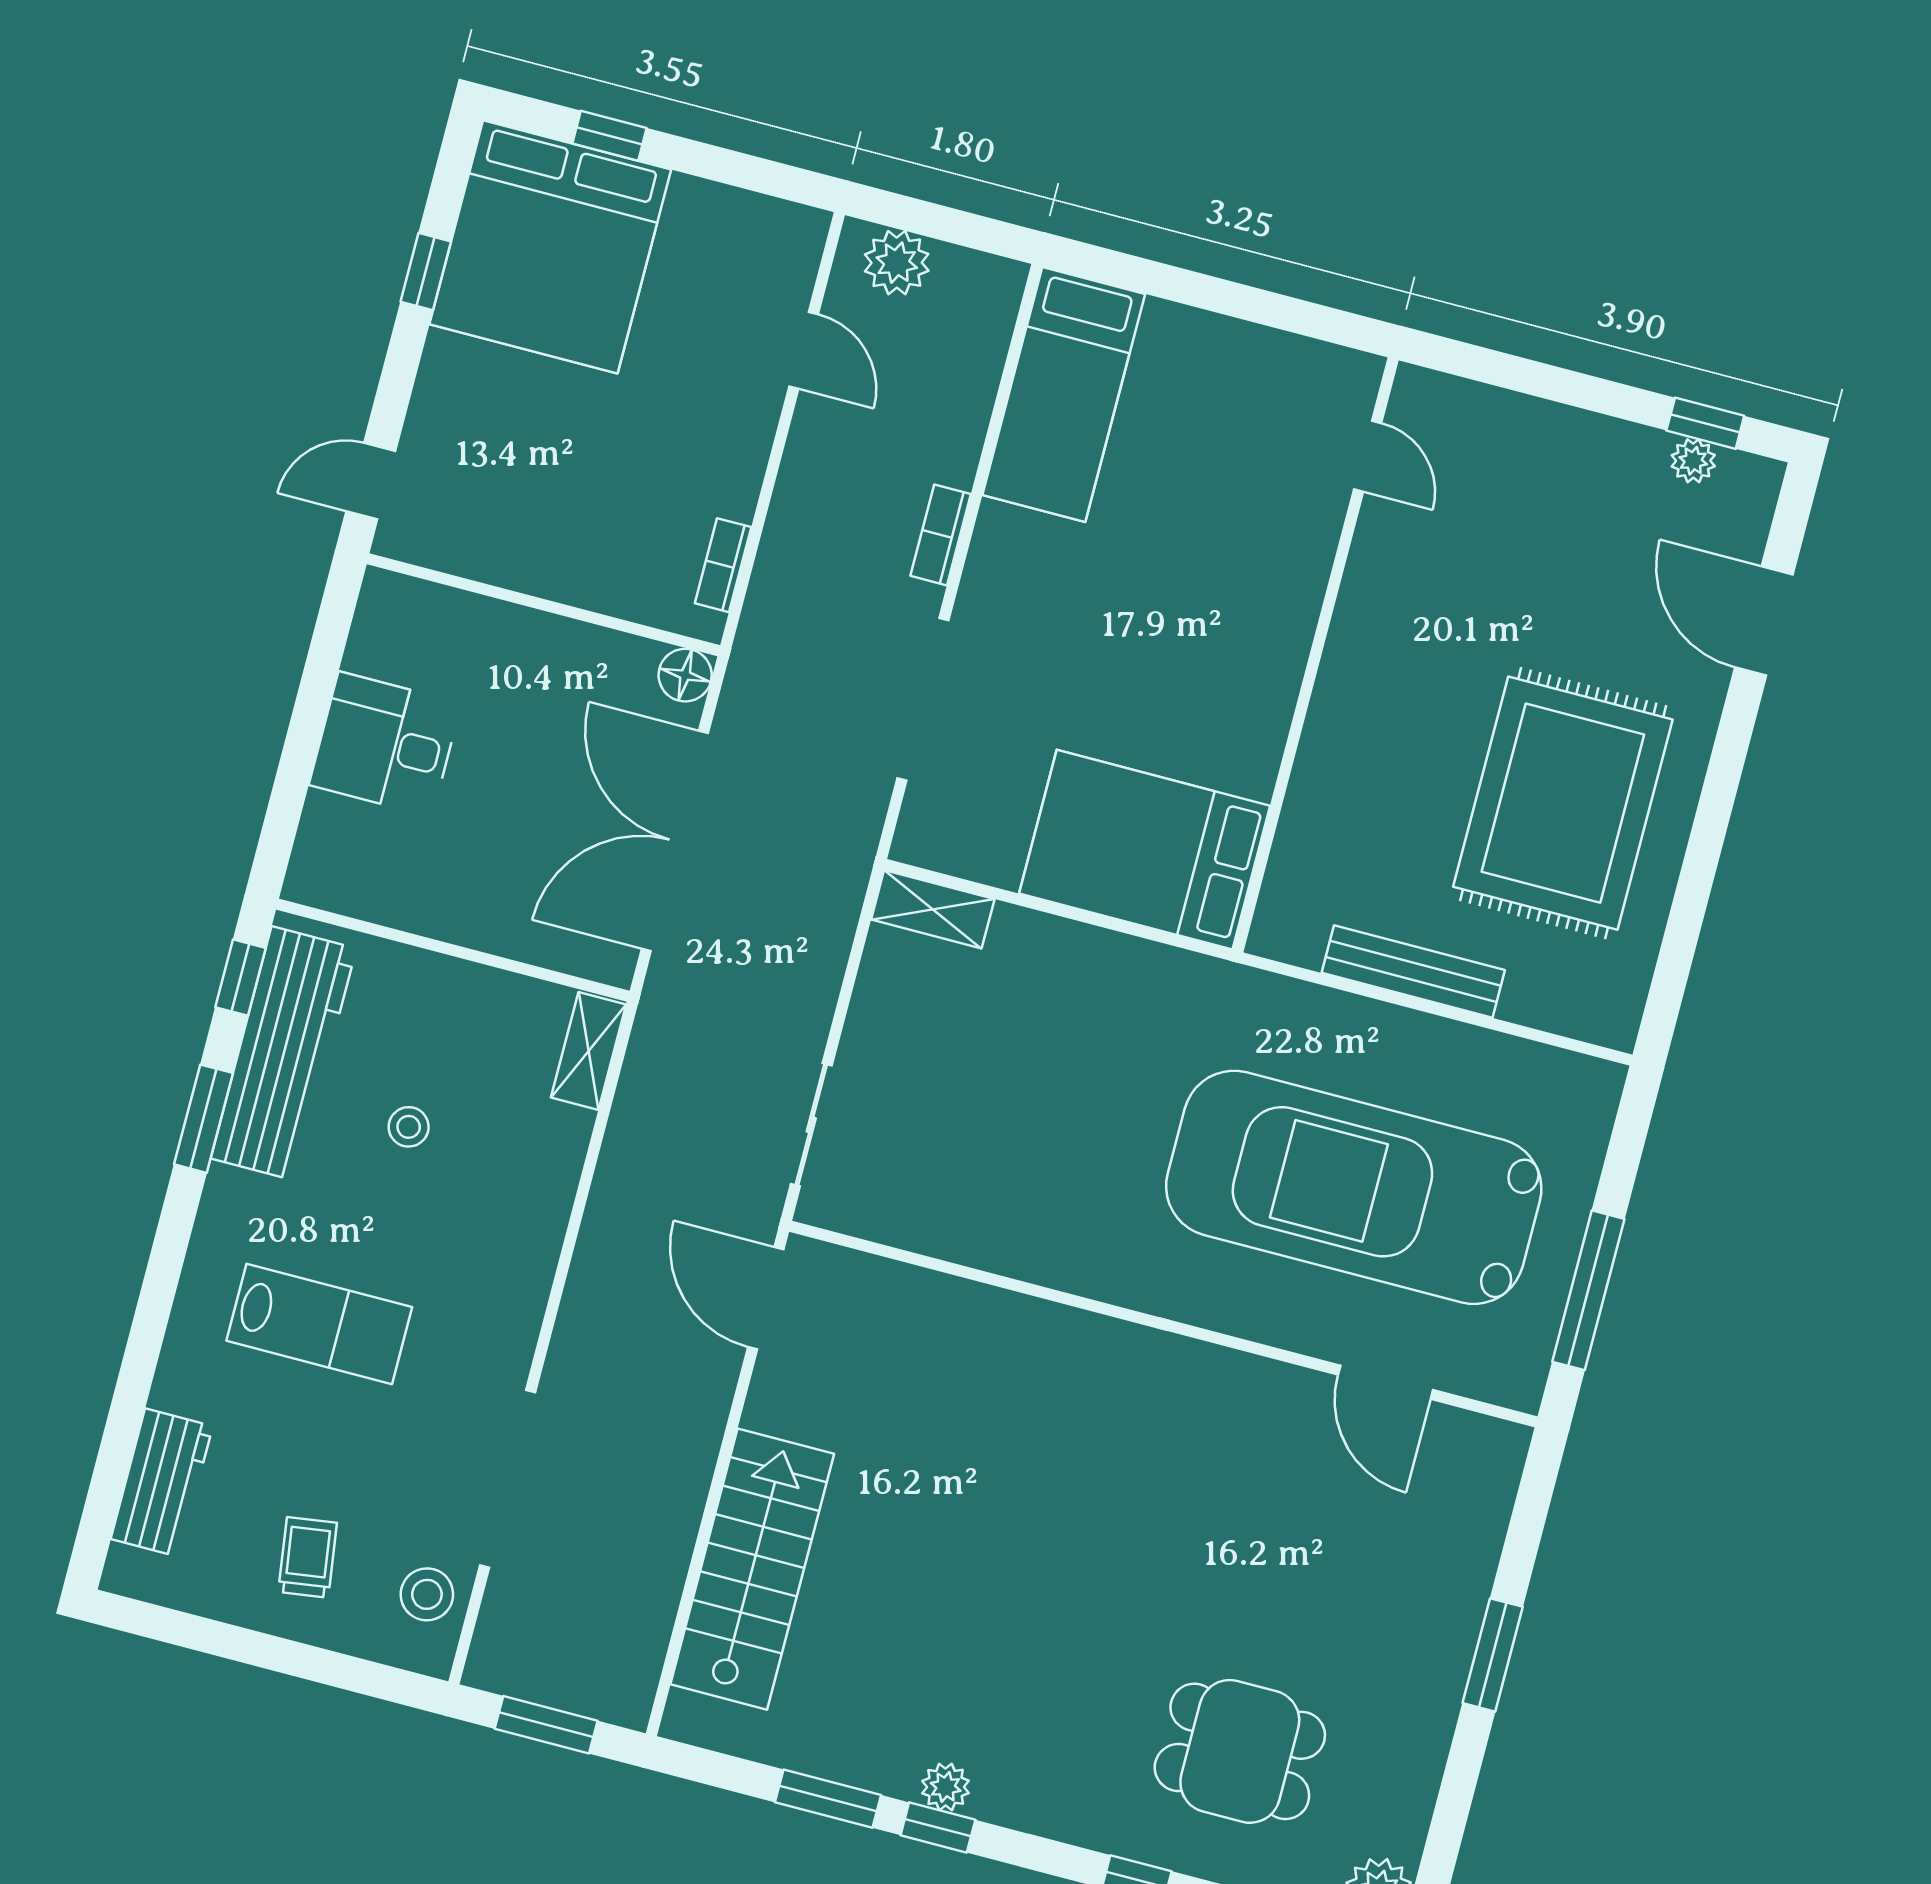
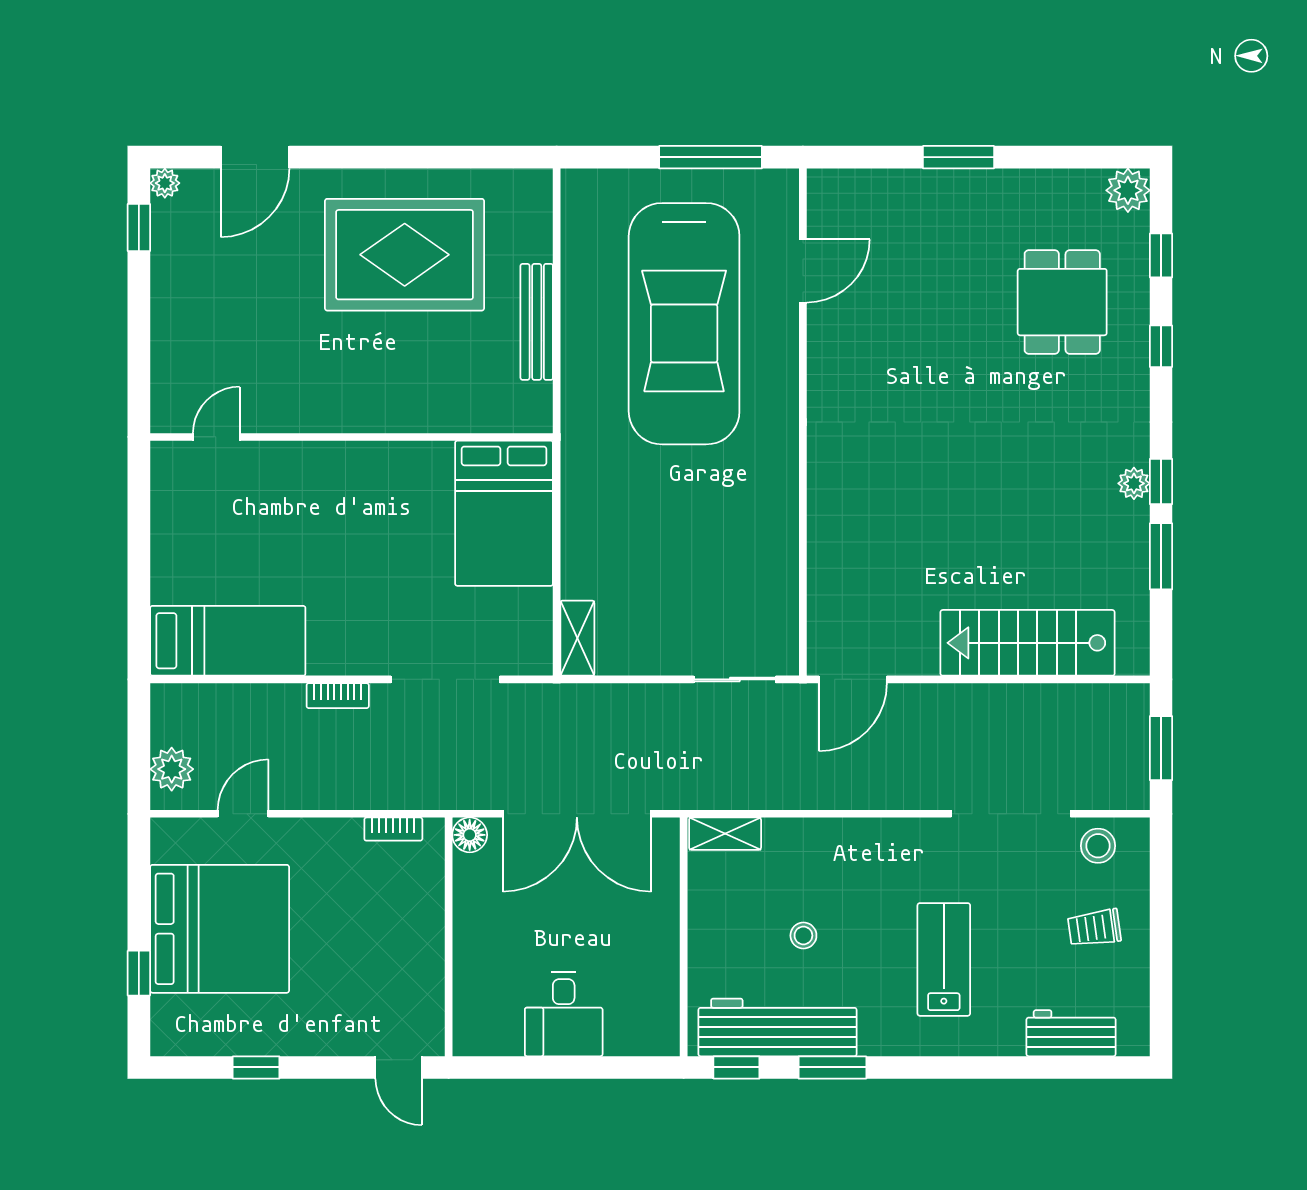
bed: (550, 247) -> (220, 929), moved
plant: (1693, 461) -> (165, 183), moved

